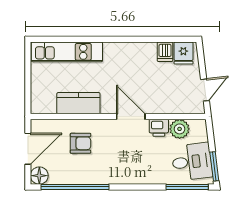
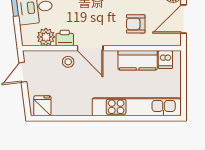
kitchen unit: (67, 52) -> (136, 107), width x1.36
dishwasher: (165, 52) -> (165, 60), moved, turned 180
stool: (155, 101) -> (68, 62), added

